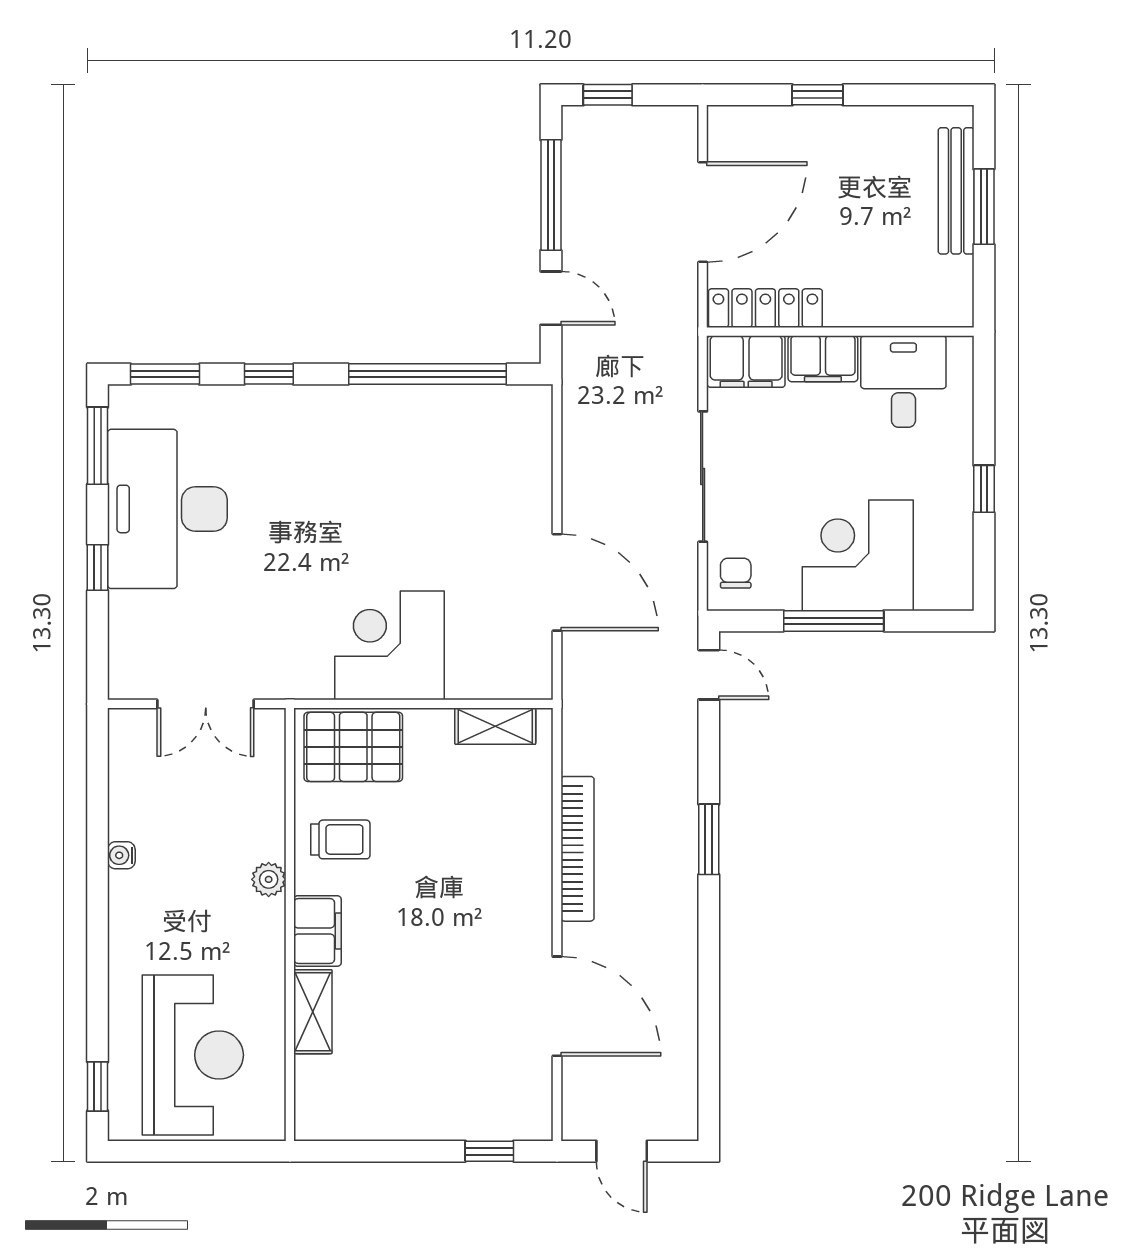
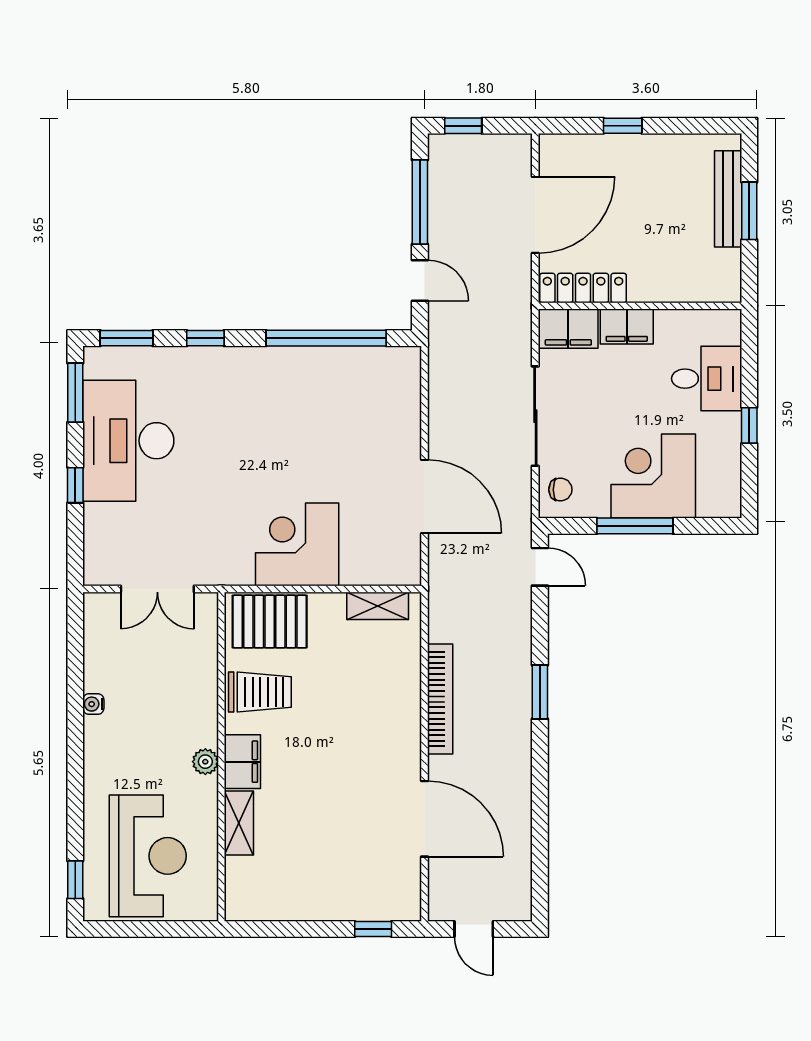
desk: (903, 382) -> (707, 379), moved, turned 90
chair: (736, 573) -> (560, 490), turned 90
trolley: (340, 839) -> (260, 692), width x1.36, depth x1.39
plant: (269, 879) -> (205, 762), moved

